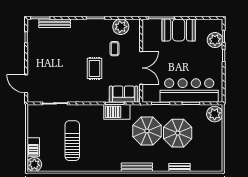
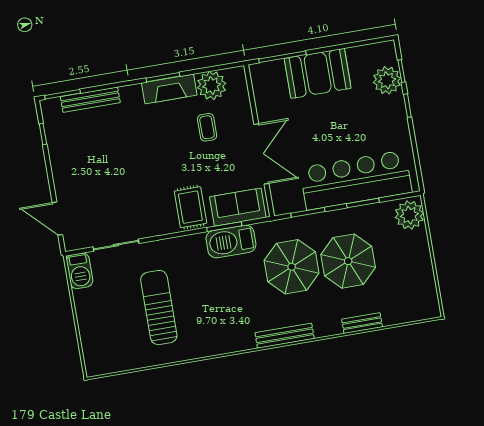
fireplace: (98, 25) -> (169, 89), added
rug: (95, 68) -> (190, 207), moved
barbecue: (33, 147) -> (80, 271), moved
plant: (34, 164) -> (97, 362), removed

